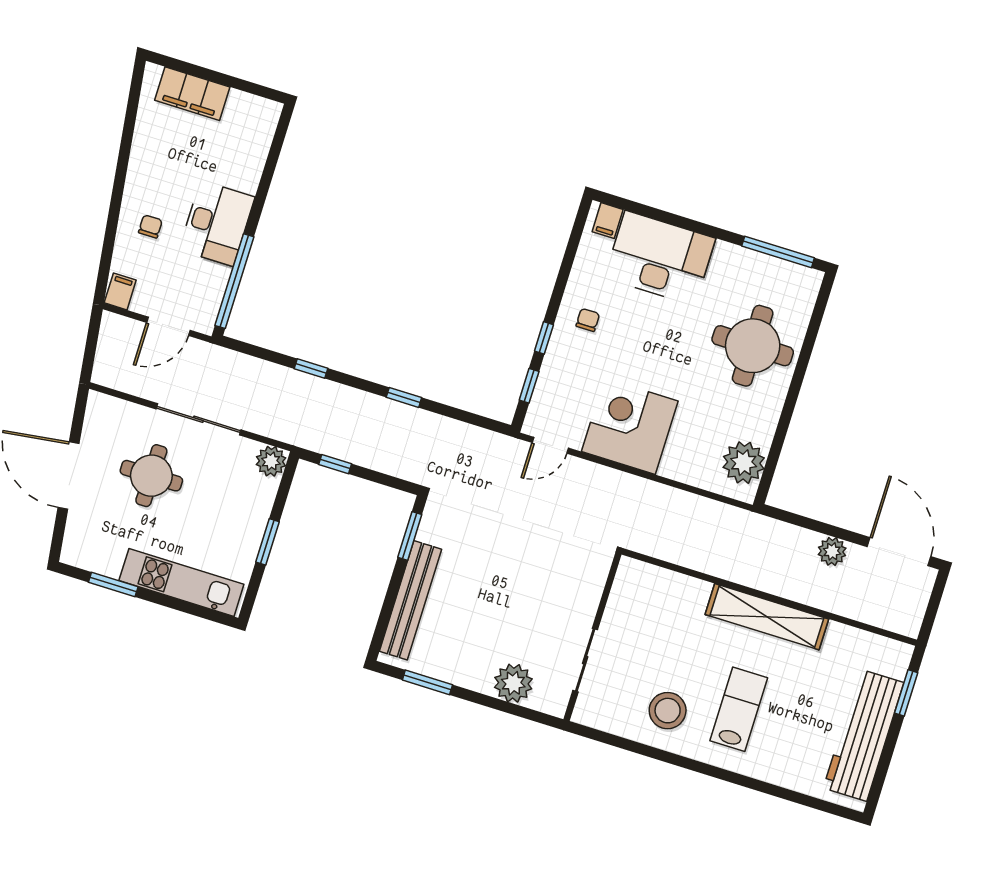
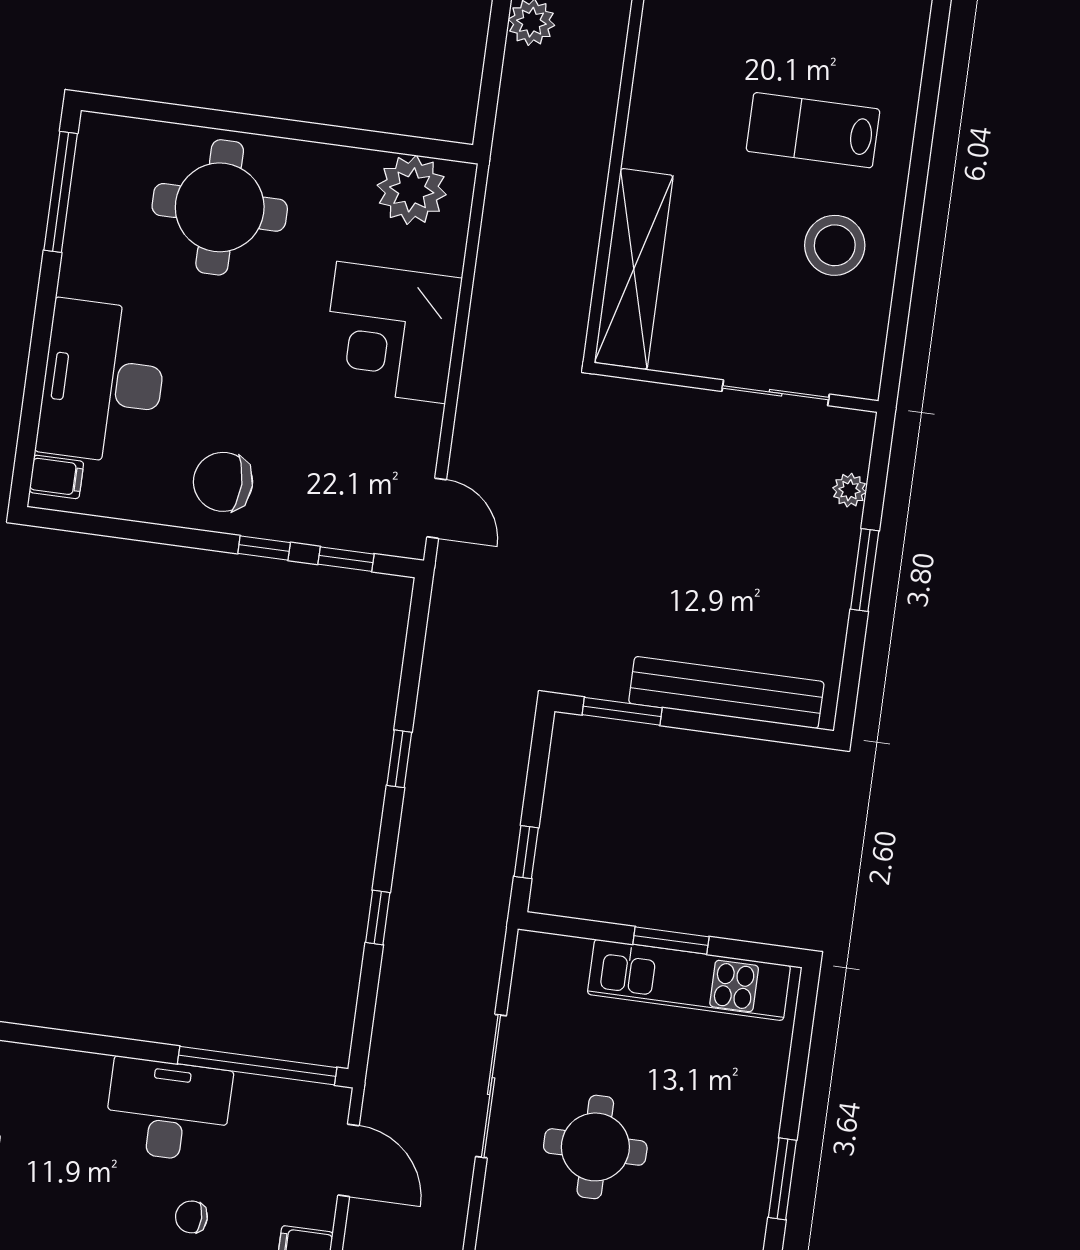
chair: (588, 320) -> (223, 482), width x1.87, depth x1.87
corner desk: (630, 426) -> (391, 333), moved
plant: (271, 461) -> (539, 957), removed
kitchen unit: (181, 582) -> (689, 980), moved, turned -90
shelving: (767, 617) -> (634, 269), moved
window: (427, 682) -> (865, 570), moved
plant: (513, 683) -> (849, 490), width x0.53, depth x0.53

